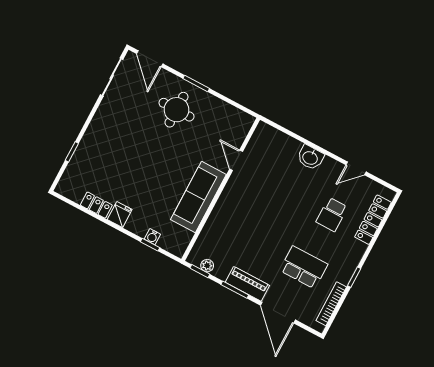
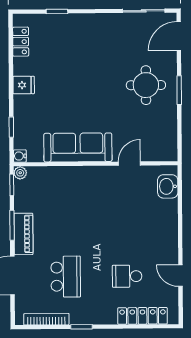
washbasin: (310, 157) -> (168, 186), moved
locker: (96, 205) -> (21, 42), moved
water cooler: (152, 237) -> (20, 156), moved
plant: (207, 266) -> (20, 173), moved

